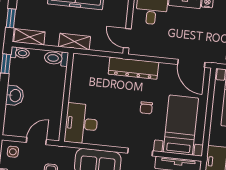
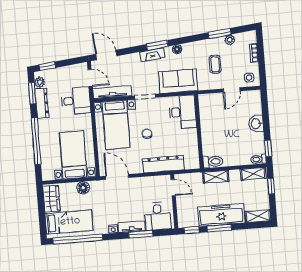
toilet: (56, 58) -> (213, 162), moved
wall: (66, 97) -> (199, 131), moved
desk: (81, 124) -> (183, 112), moved

